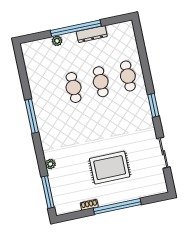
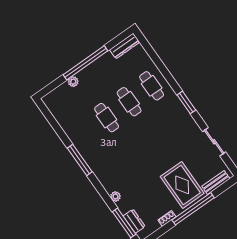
dresser: (92, 34) -> (125, 46), moved
rug: (110, 168) -> (182, 185), moved, turned 90
bench: (149, 191) -> (216, 182), added
dresser: (58, 194) -> (134, 221), added

